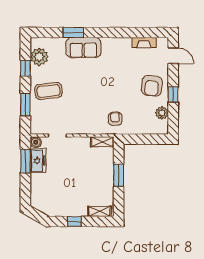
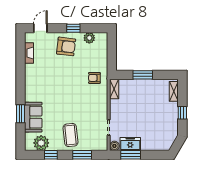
sofa: (83, 48) -> (33, 117), moved

